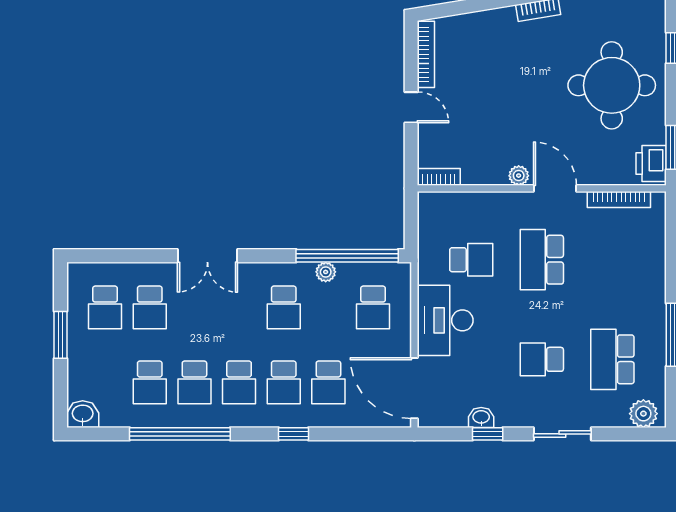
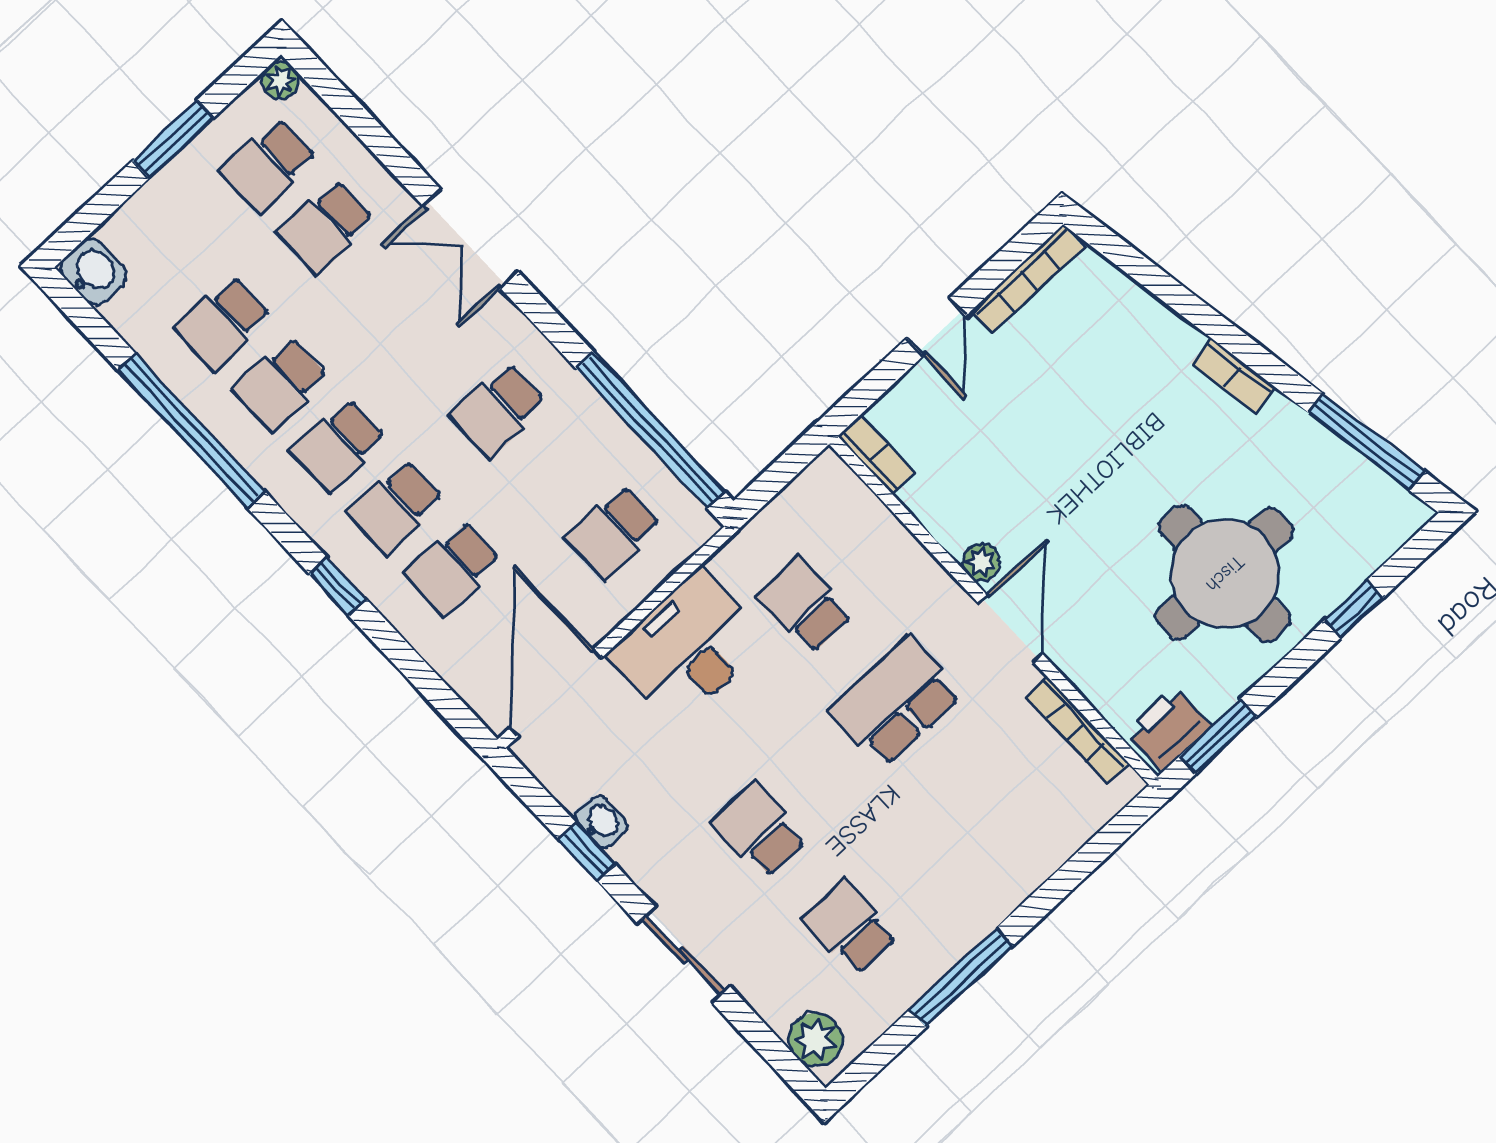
school desk: (471, 260) -> (805, 605), turned 180
plant: (326, 272) -> (280, 80), moved
school desk: (612, 359) -> (850, 927), width x0.54

